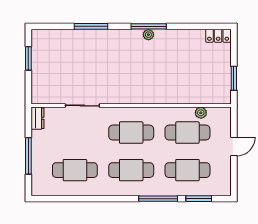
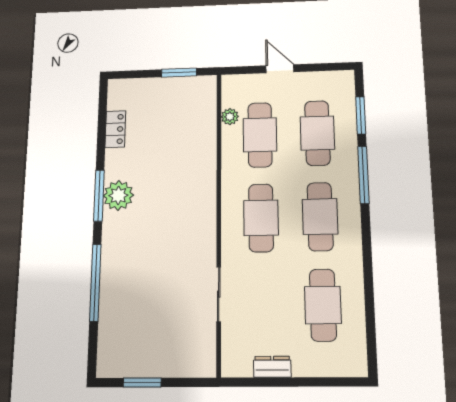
window: (91, 26) -> (95, 283), width x1.46
plant: (148, 35) -> (118, 195), width x1.88, depth x1.88
locker: (218, 36) -> (115, 129), moved
dresser: (38, 118) -> (272, 367), moved
window: (28, 156) -> (302, 382), removed

